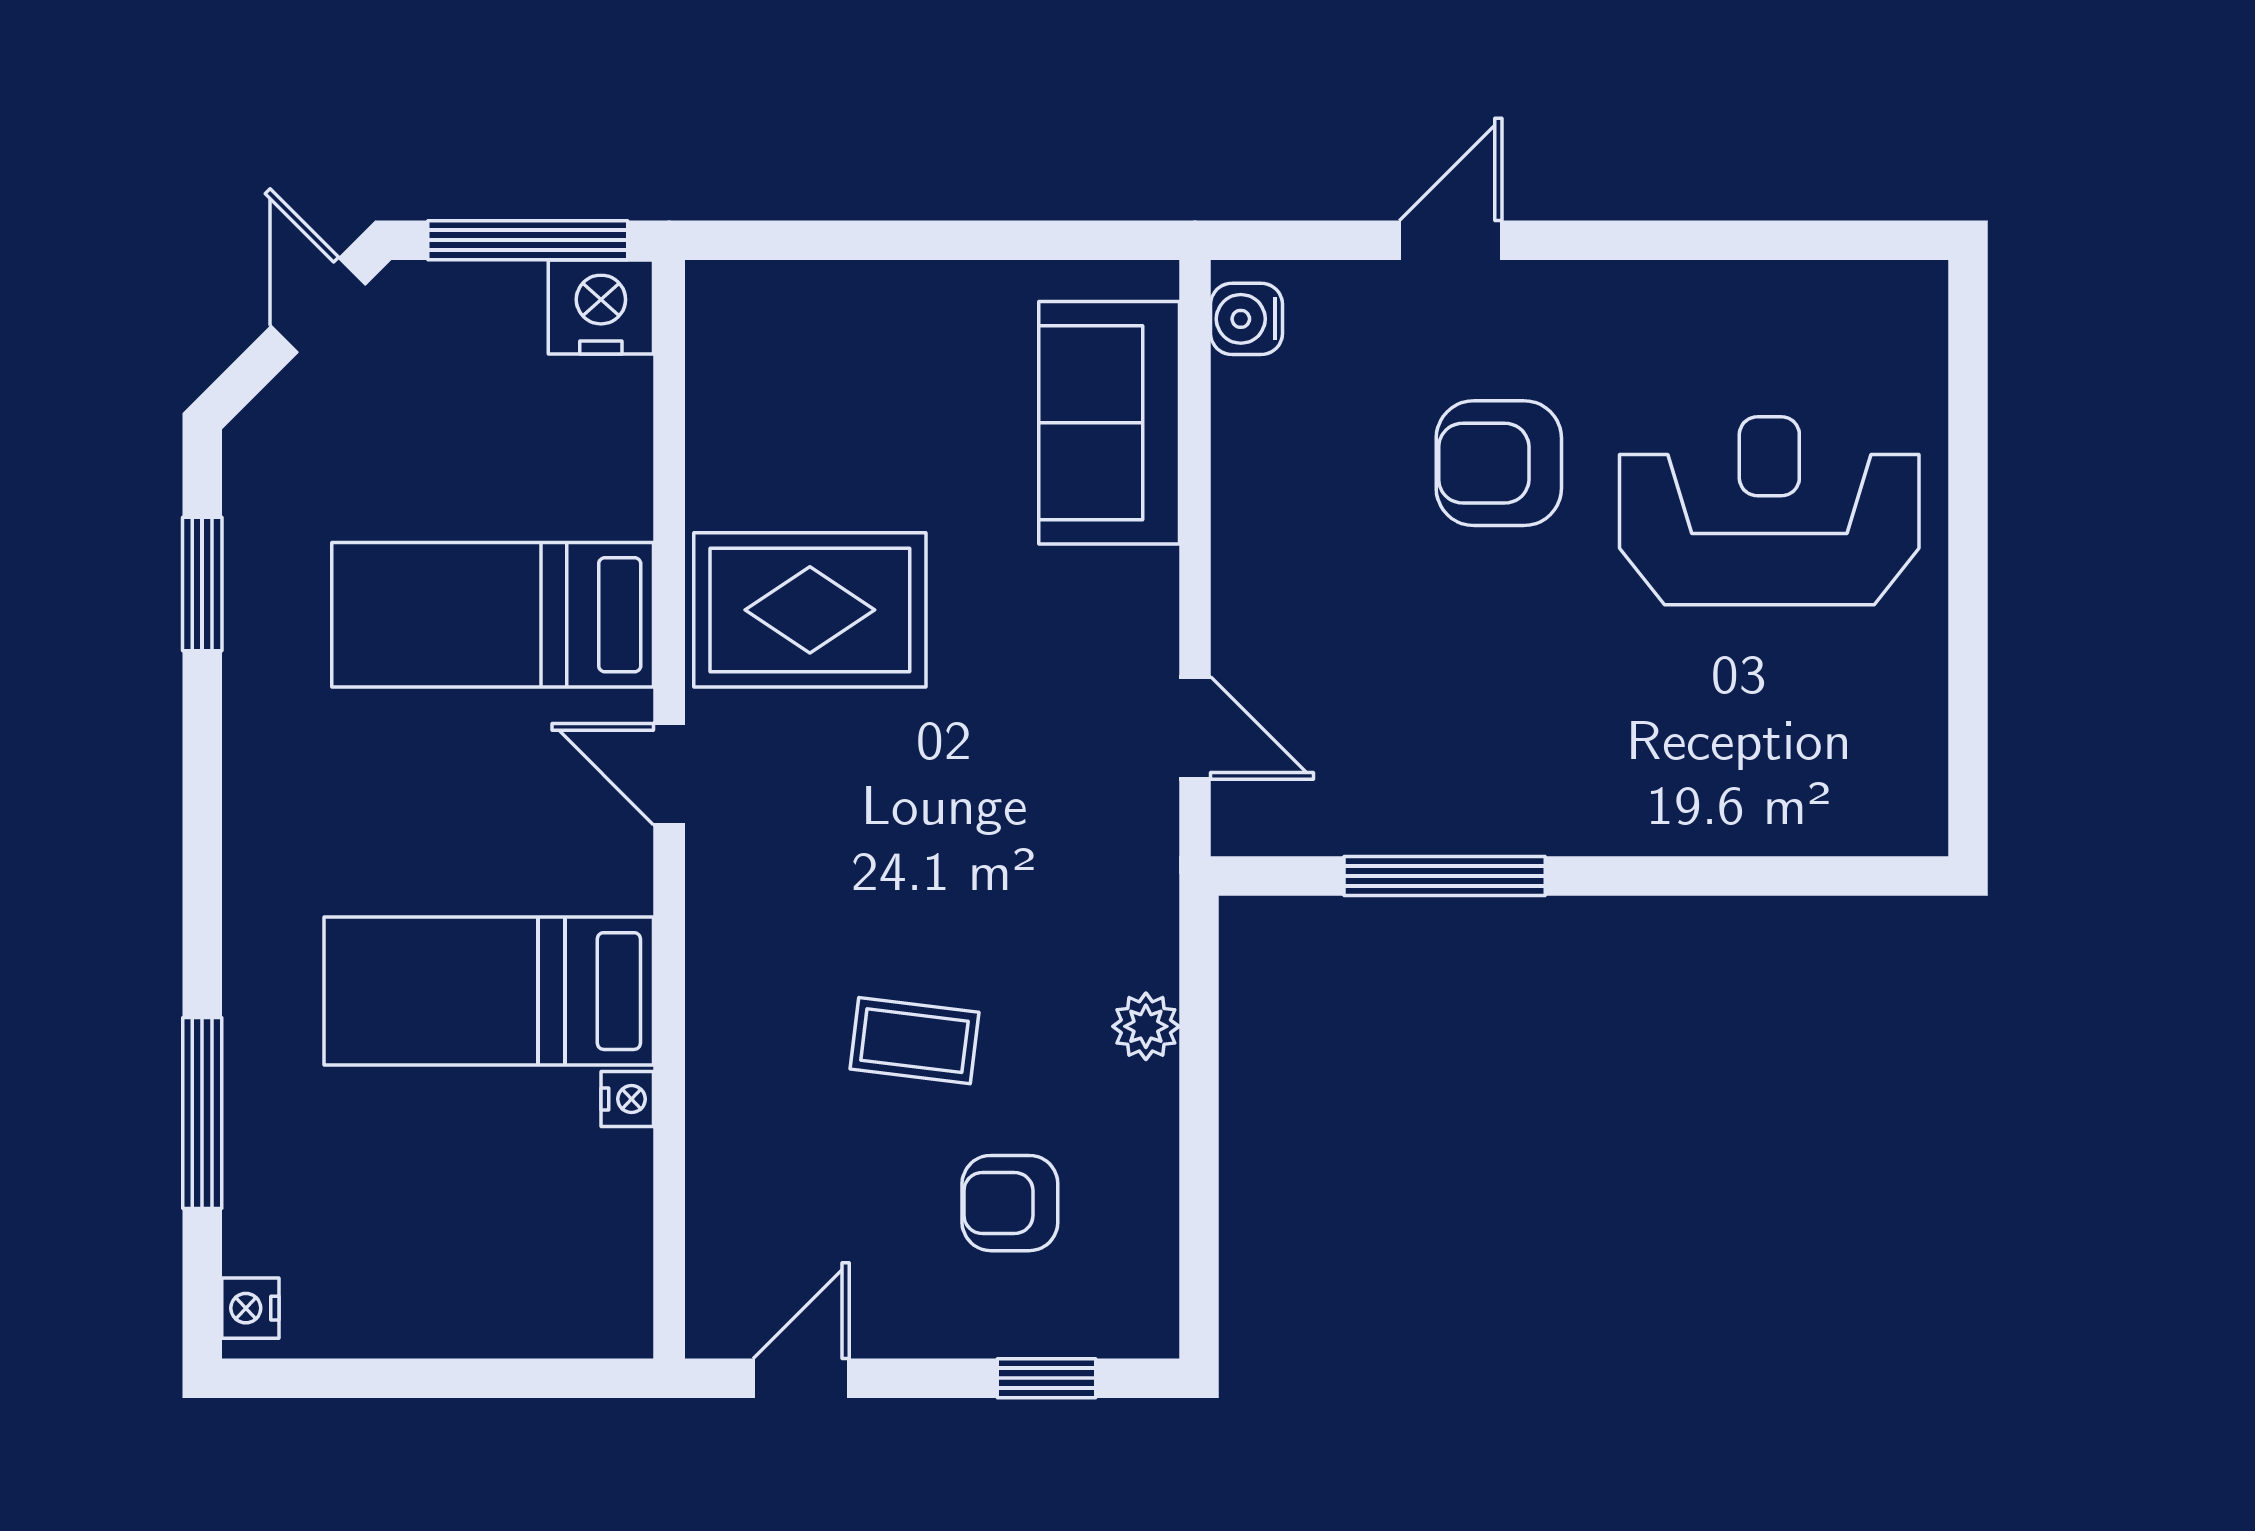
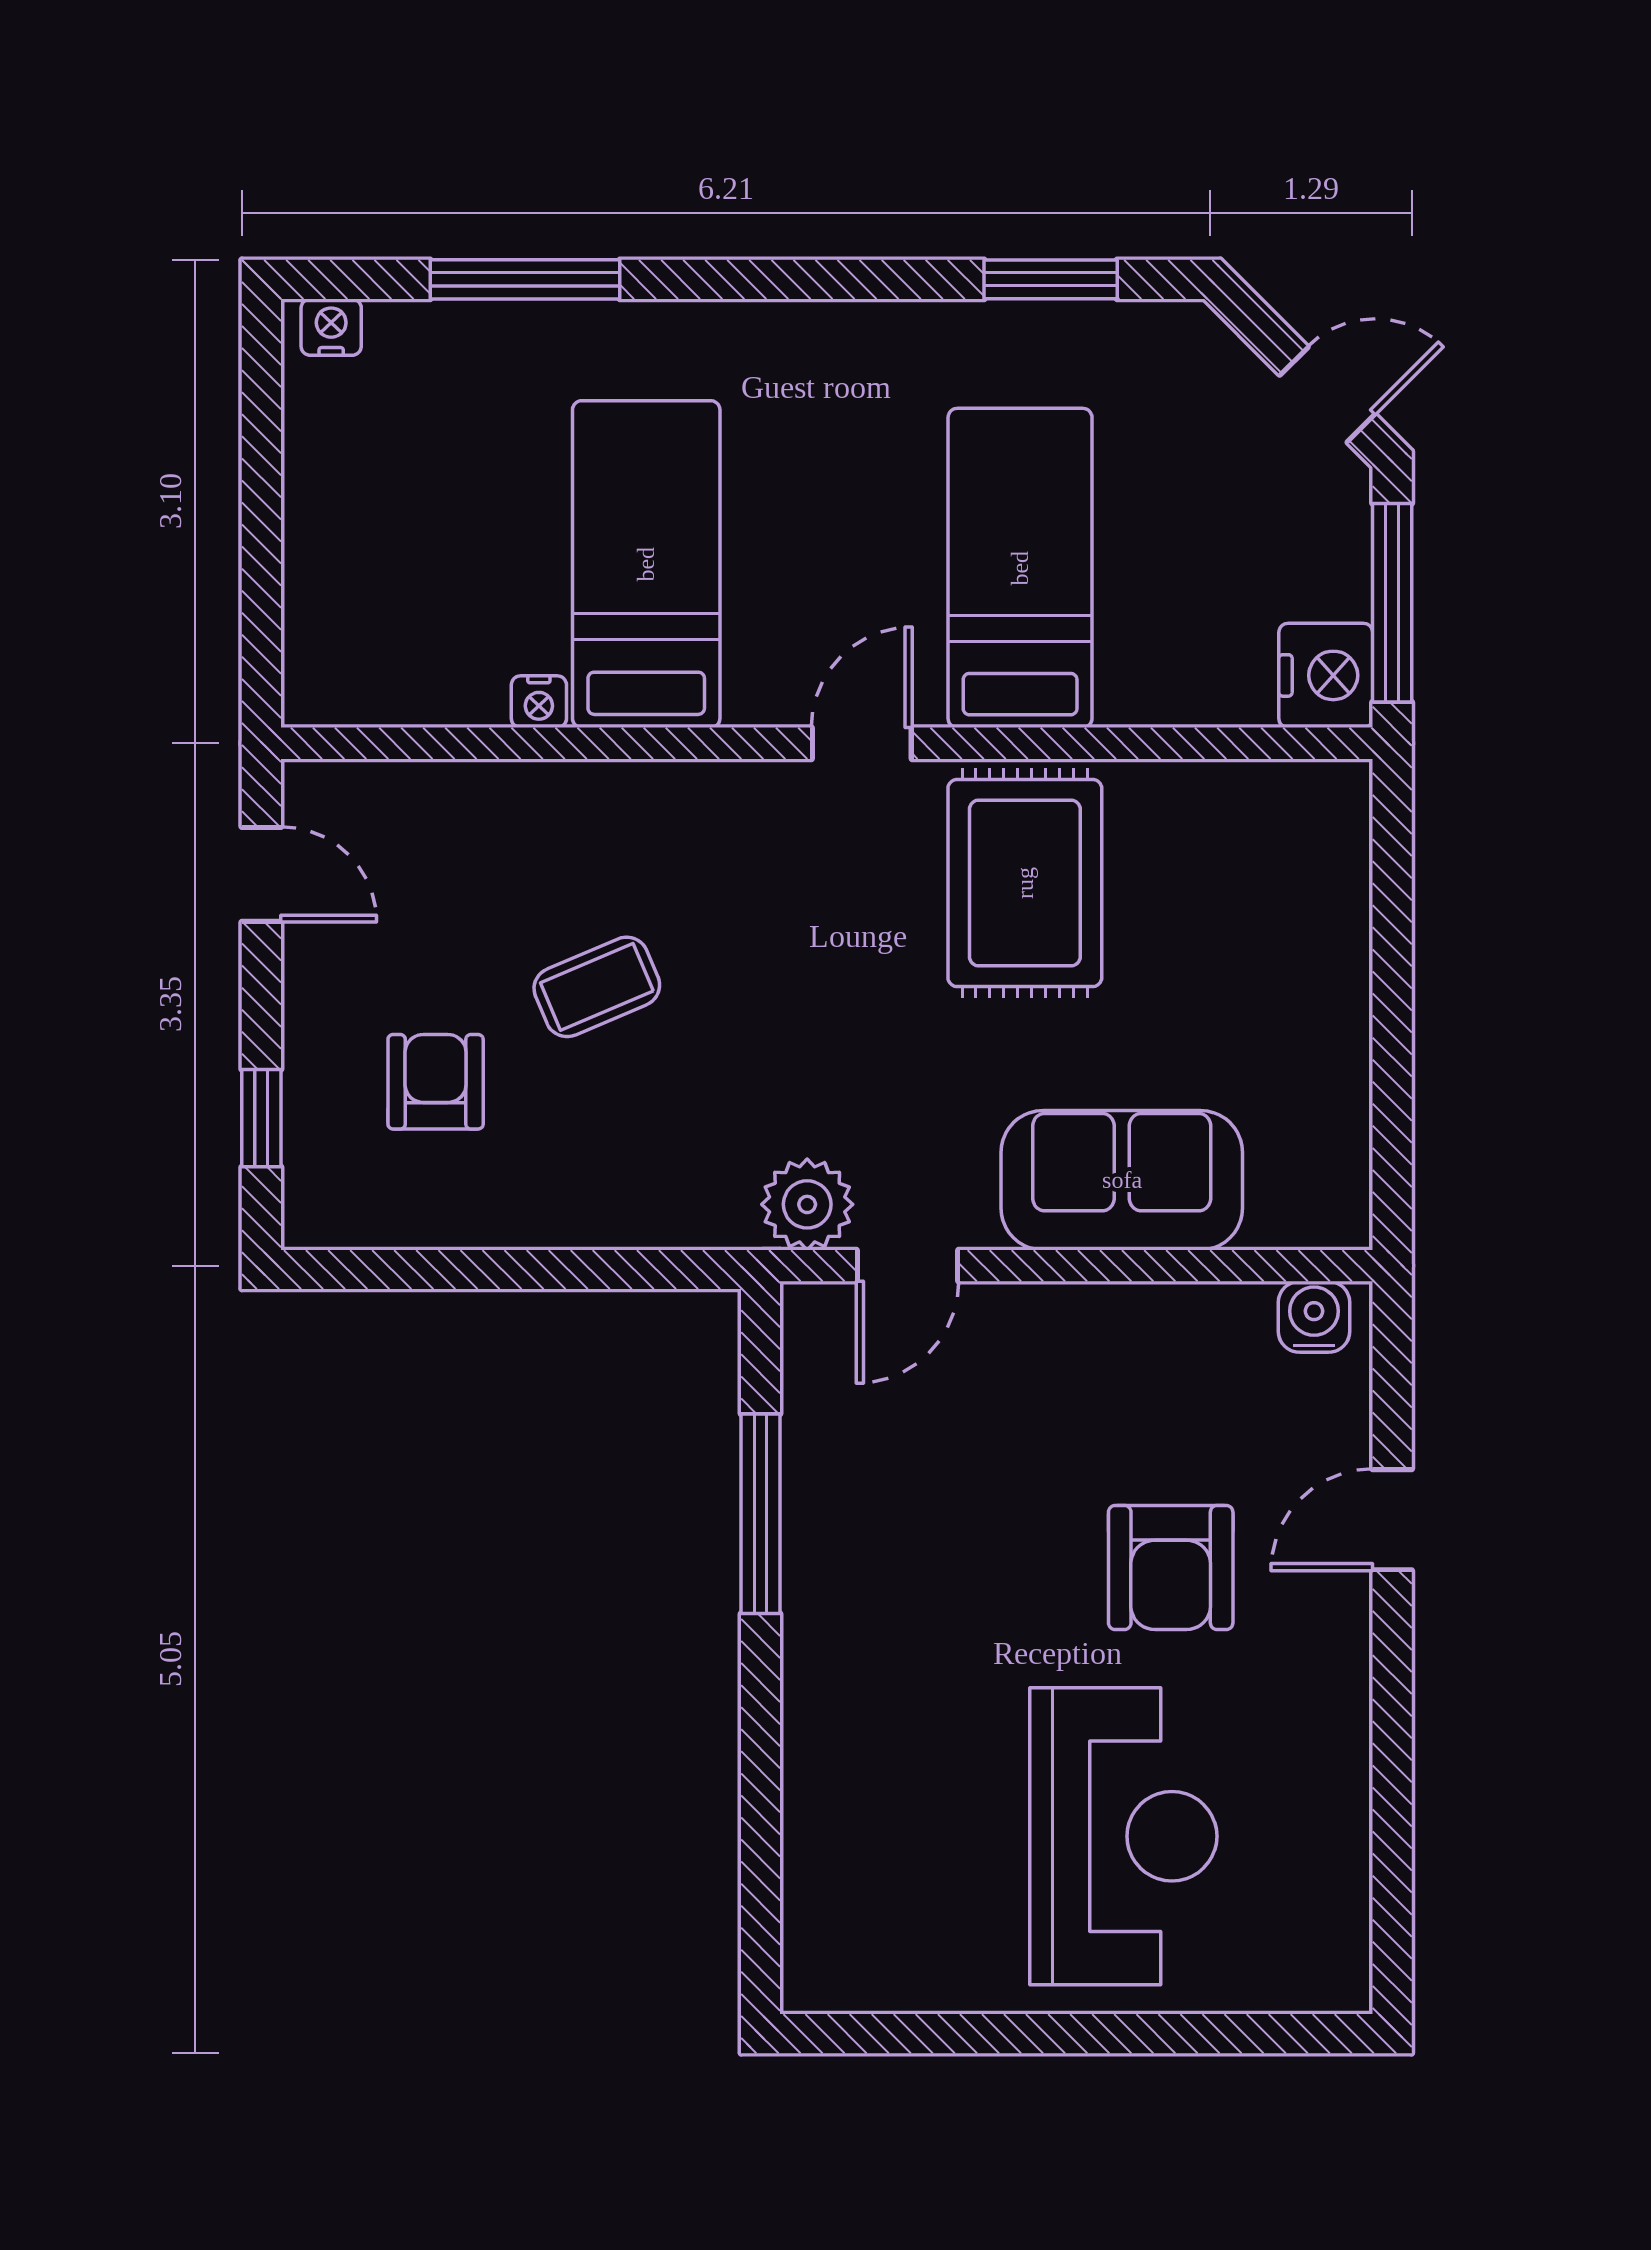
door: (1451, 240) -> (1392, 1520), swing flipped
sofa: (1109, 423) -> (1122, 1180), moved
armchair: (1499, 463) -> (1171, 1567), turned 180
plant: (1146, 1026) -> (807, 1204), moved, width x1.38, depth x1.38
coffee table: (914, 1041) -> (597, 987), turned 60

